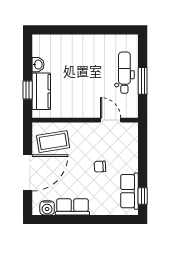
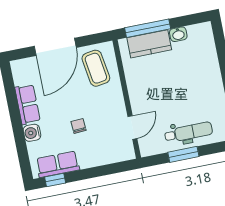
window: (28, 90) -> (148, 28), width x2.17
door: (28, 173) -> (55, 47), hinge flipped
water cooler: (47, 208) -> (32, 133), moved

